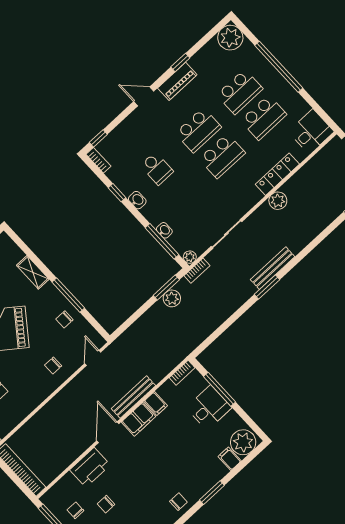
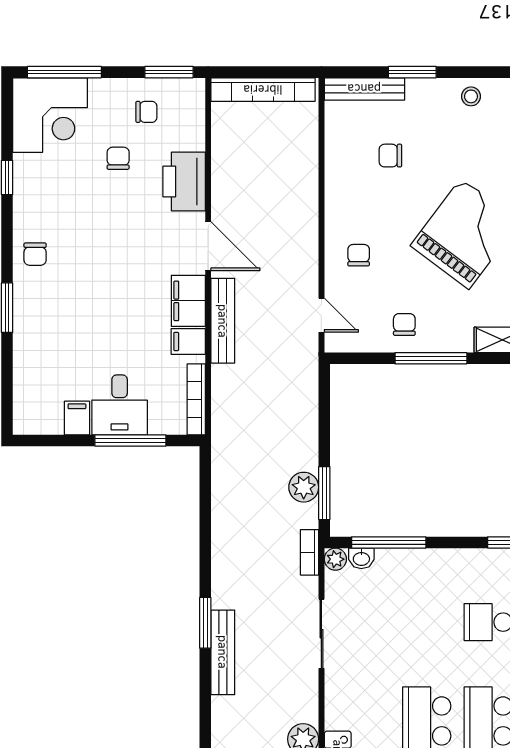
washbasin: (137, 200) -> (471, 560), removed
washbasin: (164, 230) -> (361, 558), moved
bookcase: (182, 373) -> (196, 399), width x1.56
plant: (243, 442) -> (35, 408), removed
filing cabinet: (230, 459) -> (77, 418), moved, turned -90

